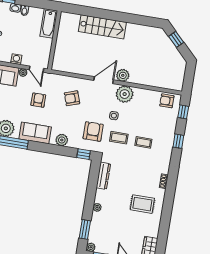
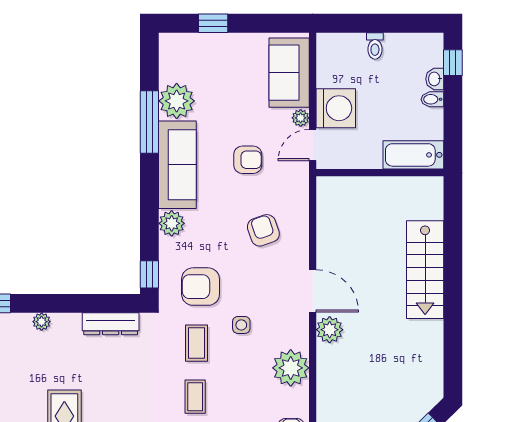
washing machine: (16, 59) -> (336, 108), width x1.89, depth x1.89
plant: (125, 94) -> (291, 368), moved
armchair: (93, 132) -> (201, 287), turned 180
sofa: (35, 133) -> (177, 165), width x1.36

